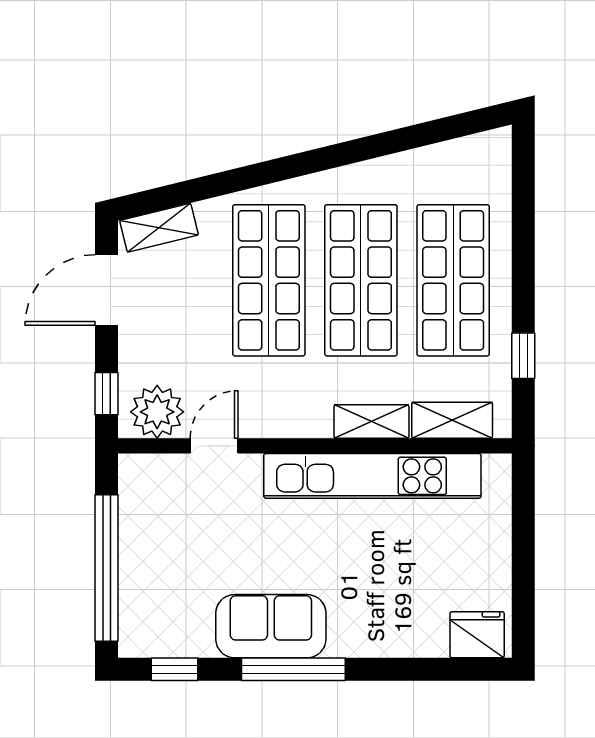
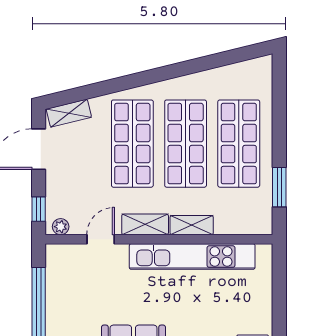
window: (523, 356) -> (279, 187), width x1.50
plant: (157, 412) -> (61, 227), width x0.53, depth x0.53
shelving: (452, 420) -> (145, 224), moved

